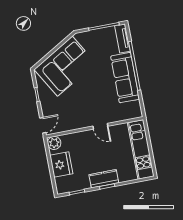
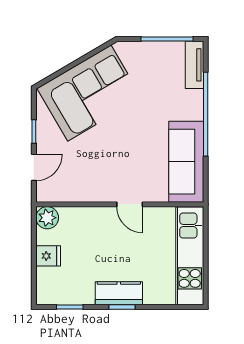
sofa: (125, 78) -> (186, 162), moved
door: (43, 125) -> (34, 167), moved
fridge: (61, 164) -> (48, 256), width x0.53, depth x0.75

